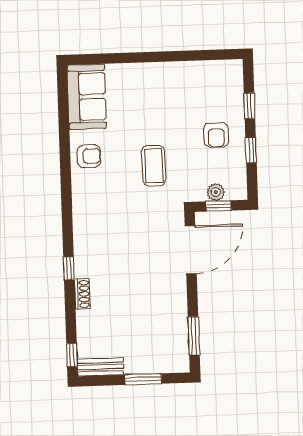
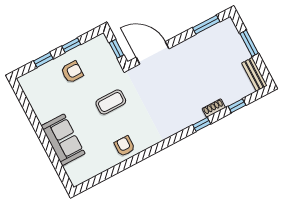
sofa: (87, 97) -> (63, 140), moved, turned 90
plant: (216, 192) -> (108, 55), removed
window: (72, 355) -> (237, 106), moved

